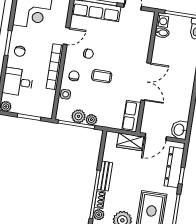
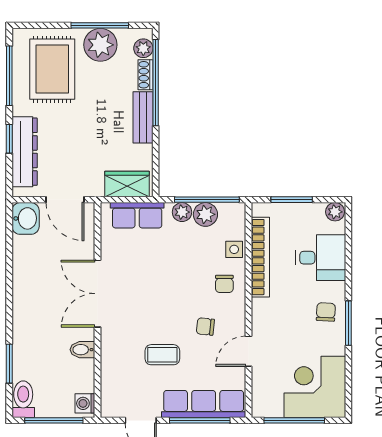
bidet: (162, 33) -> (82, 350), moved
bookcase: (55, 67) -> (260, 257), moved
coffee table: (102, 76) -> (162, 355), moved
row of seats: (131, 116) -> (137, 215), moved, turned 90
door: (156, 137) -> (65, 200), swing flipped
wardrobe: (130, 142) -> (127, 184), moved

